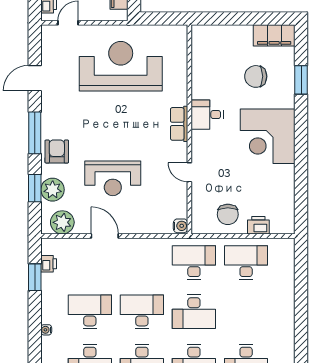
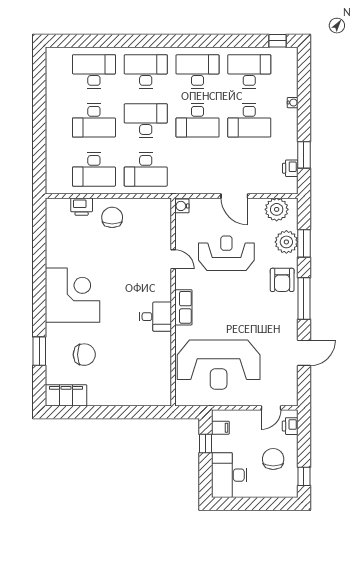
desk: (207, 115) -> (155, 317), moved
row of seats: (179, 124) -> (183, 307), moved
wall: (189, 129) -> (173, 302), moved
door: (189, 172) -> (173, 259), moved
water cooler: (181, 226) -> (182, 206), moved
desk: (246, 312) -> (94, 120), added

